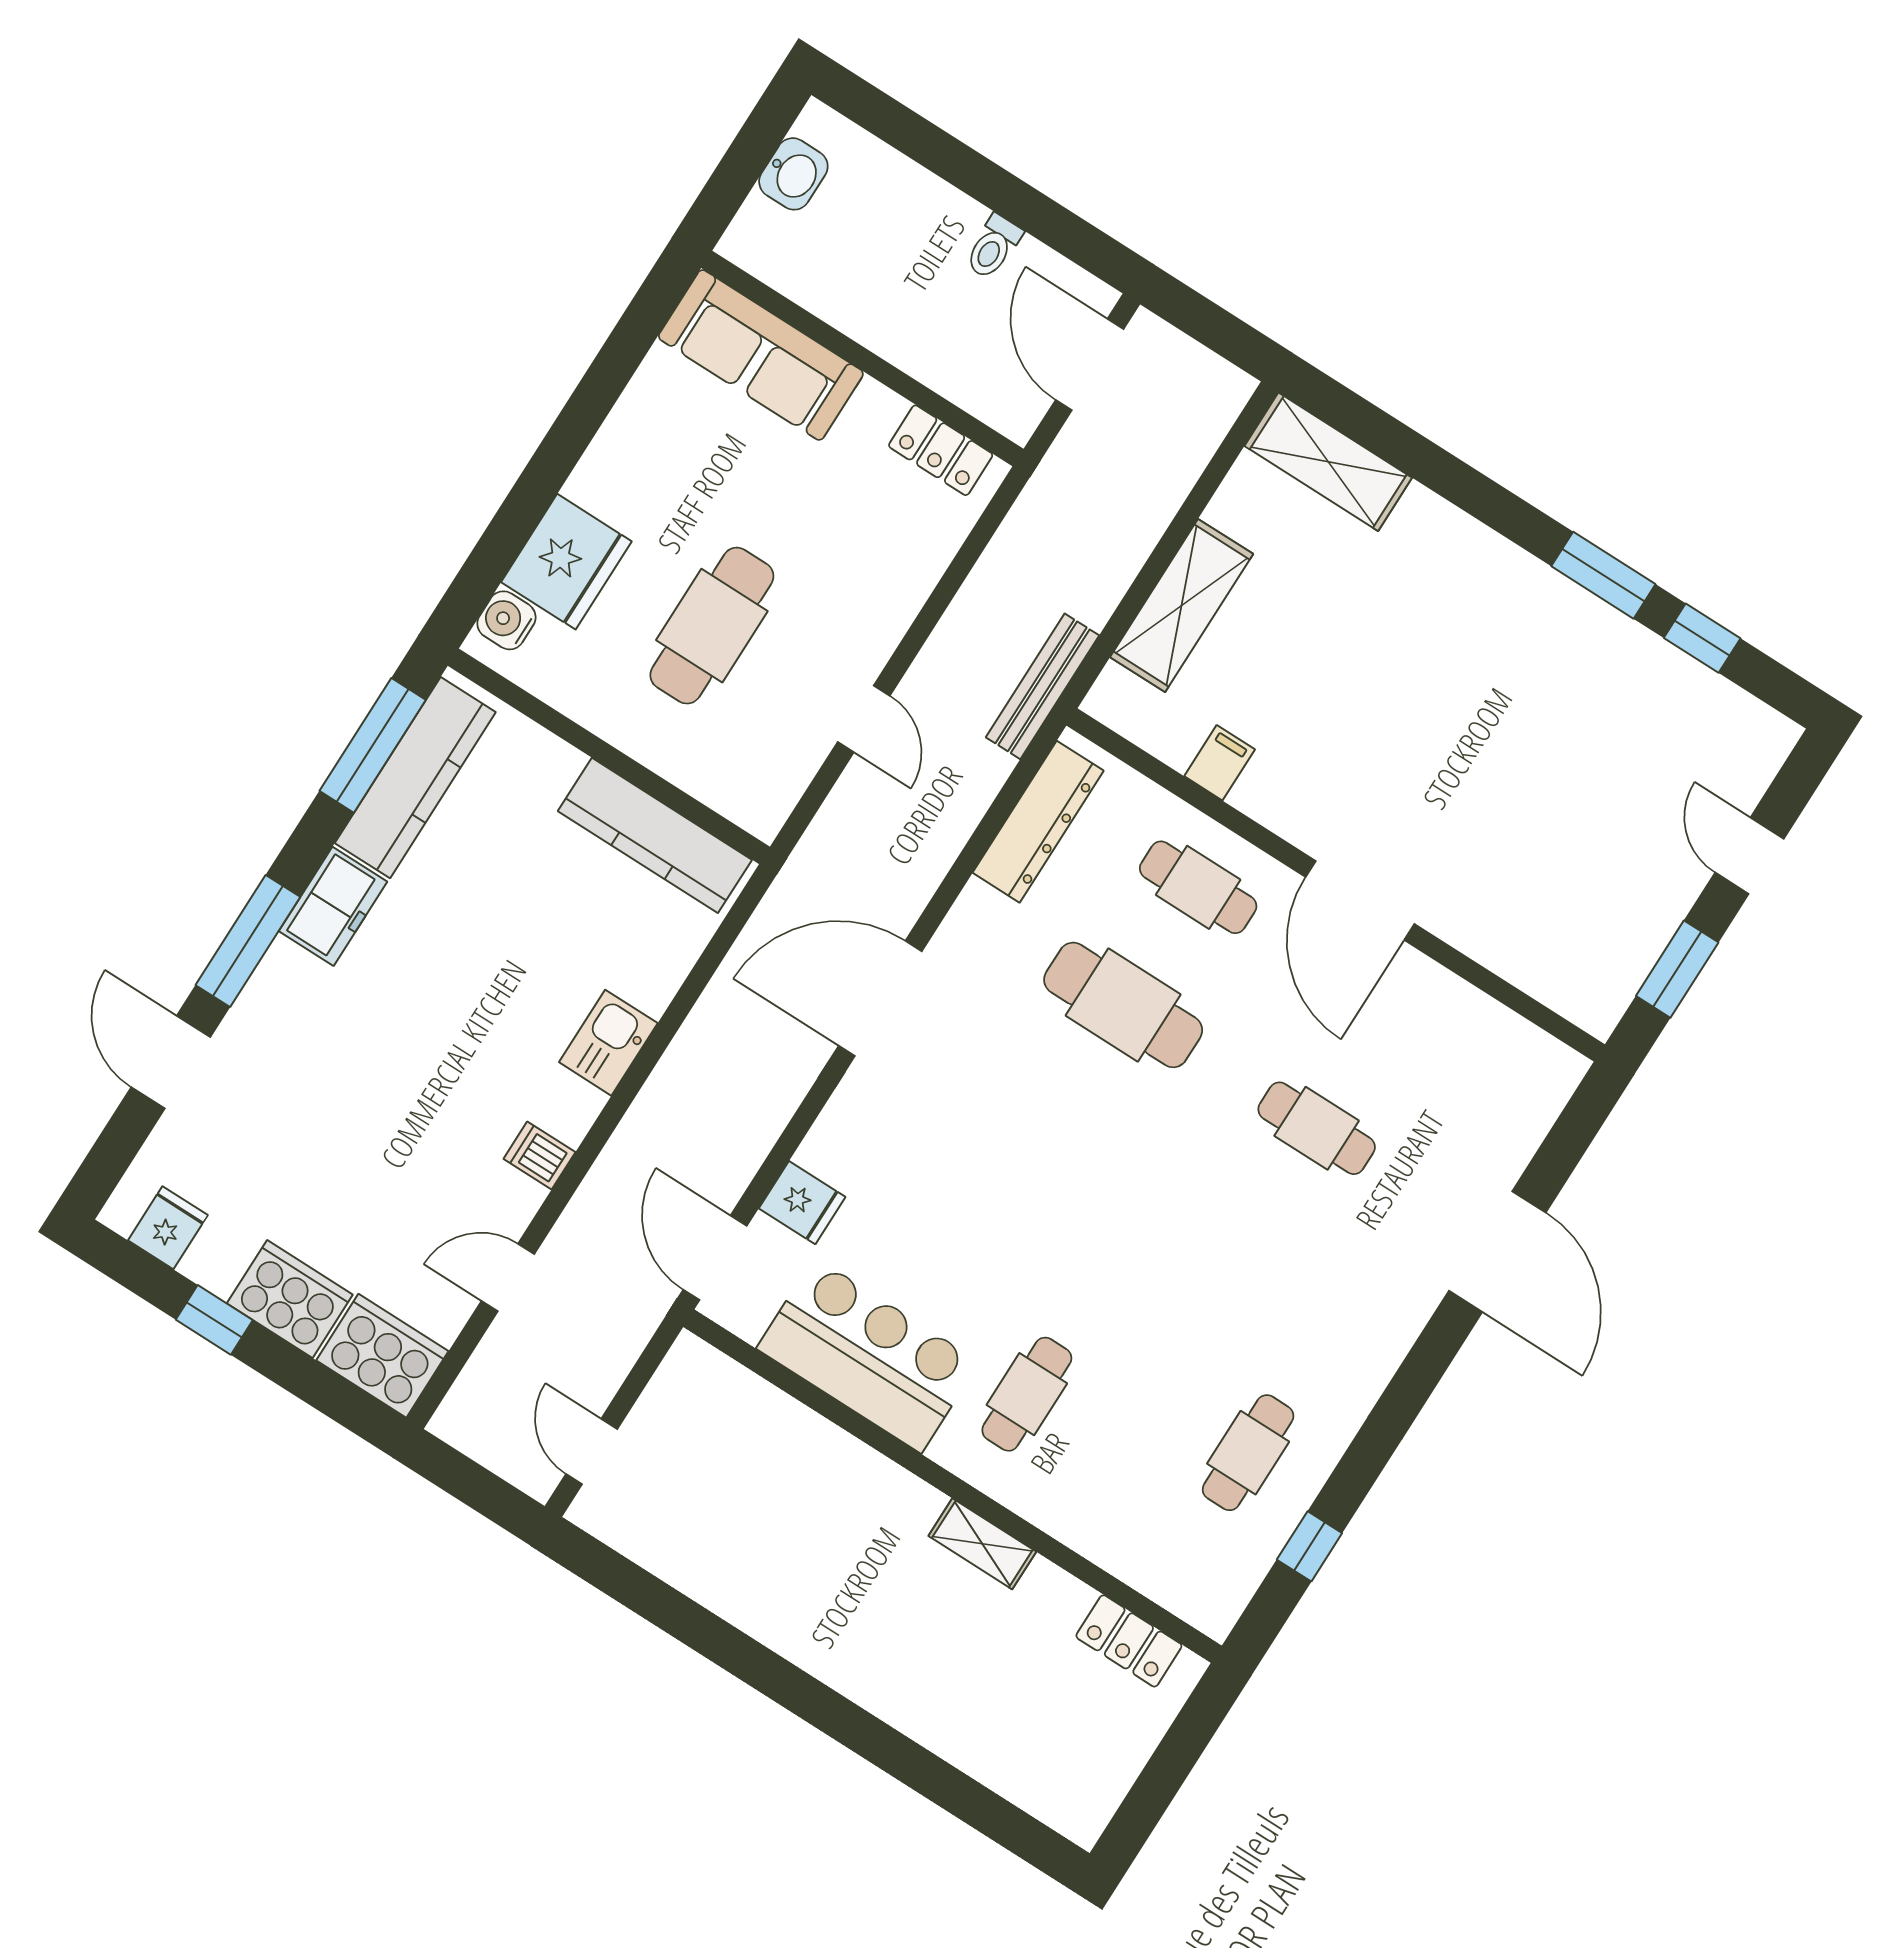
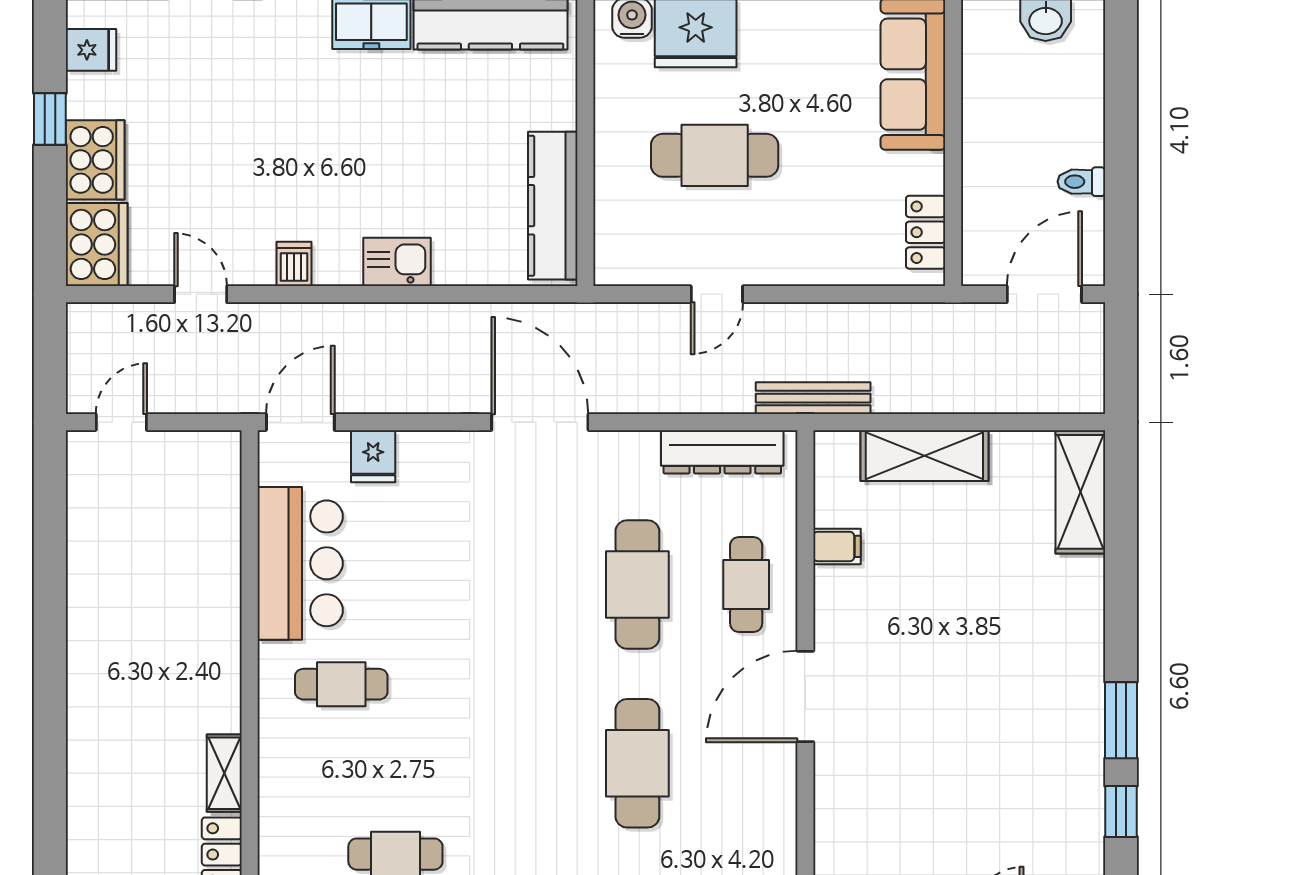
cafe table: (1317, 1128) -> (637, 763), width x1.37, depth x1.35
shelving: (982, 1544) -> (224, 773), moved

